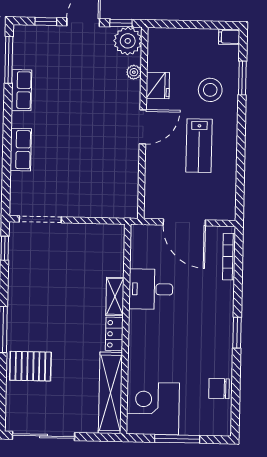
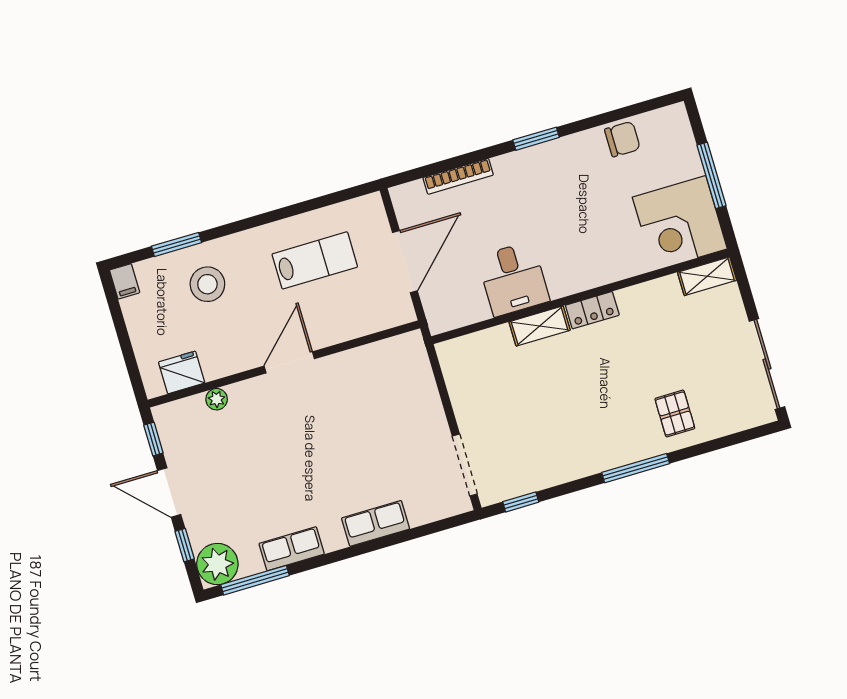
plant: (128, 41) -> (217, 564), moved
fridge: (158, 85) -> (182, 372), moved
door: (143, 127) -> (289, 362), hinge flipped
lab bench: (199, 146) -> (315, 260), moved
bookcase: (229, 257) -> (458, 176), moved
pallet: (30, 366) -> (675, 414), width x0.67, depth x0.71
chair: (219, 389) -> (622, 139), turned -90
shelving: (110, 393) -> (707, 276), width x0.45, depth x0.75

